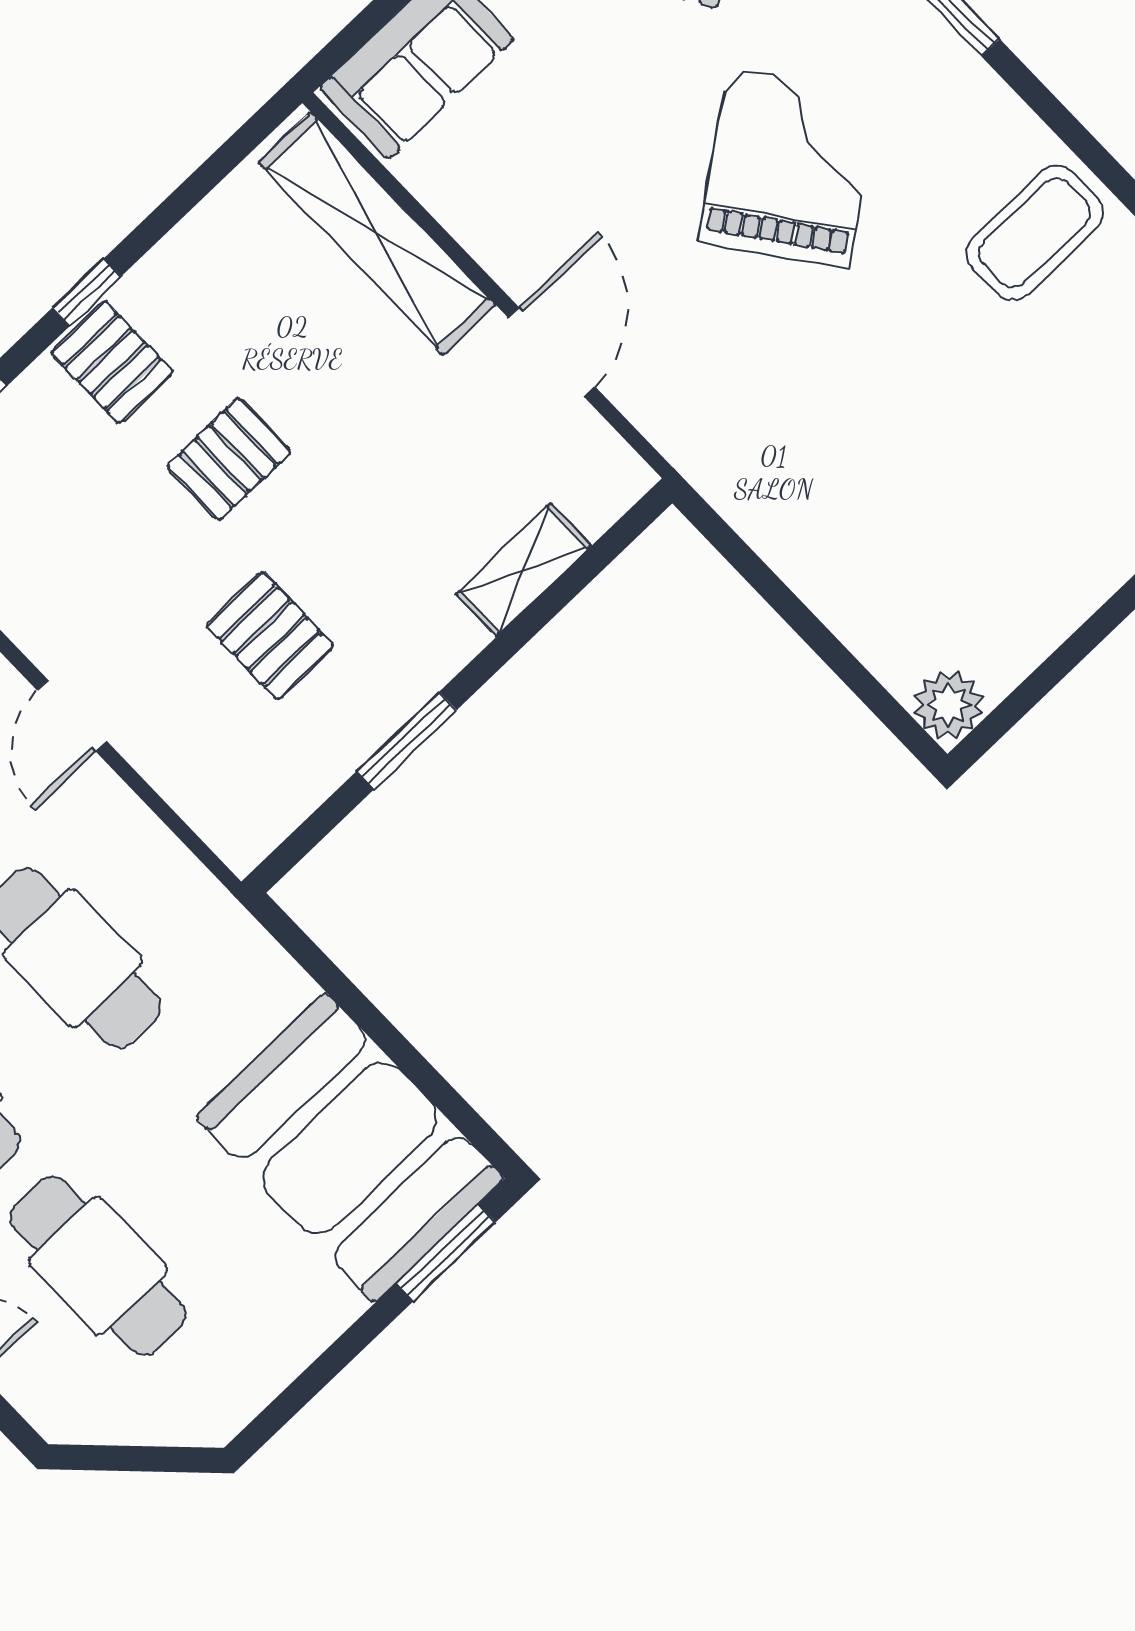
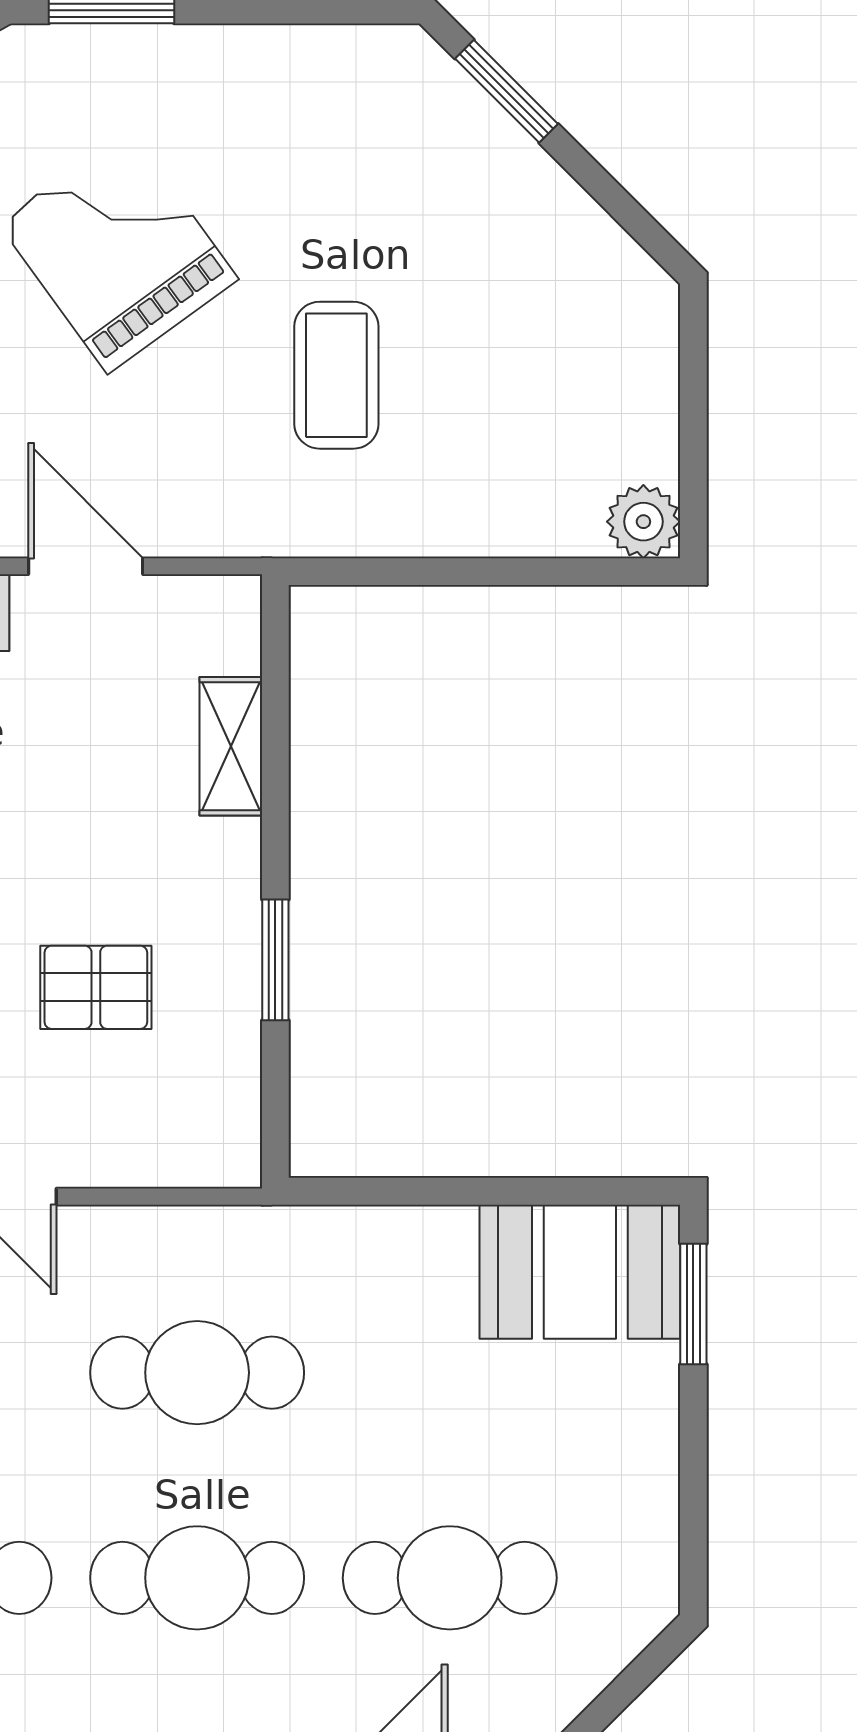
coffee table: (1035, 233) -> (336, 375), moved
booth: (350, 1148) -> (580, 1272), width x0.73, depth x0.70

